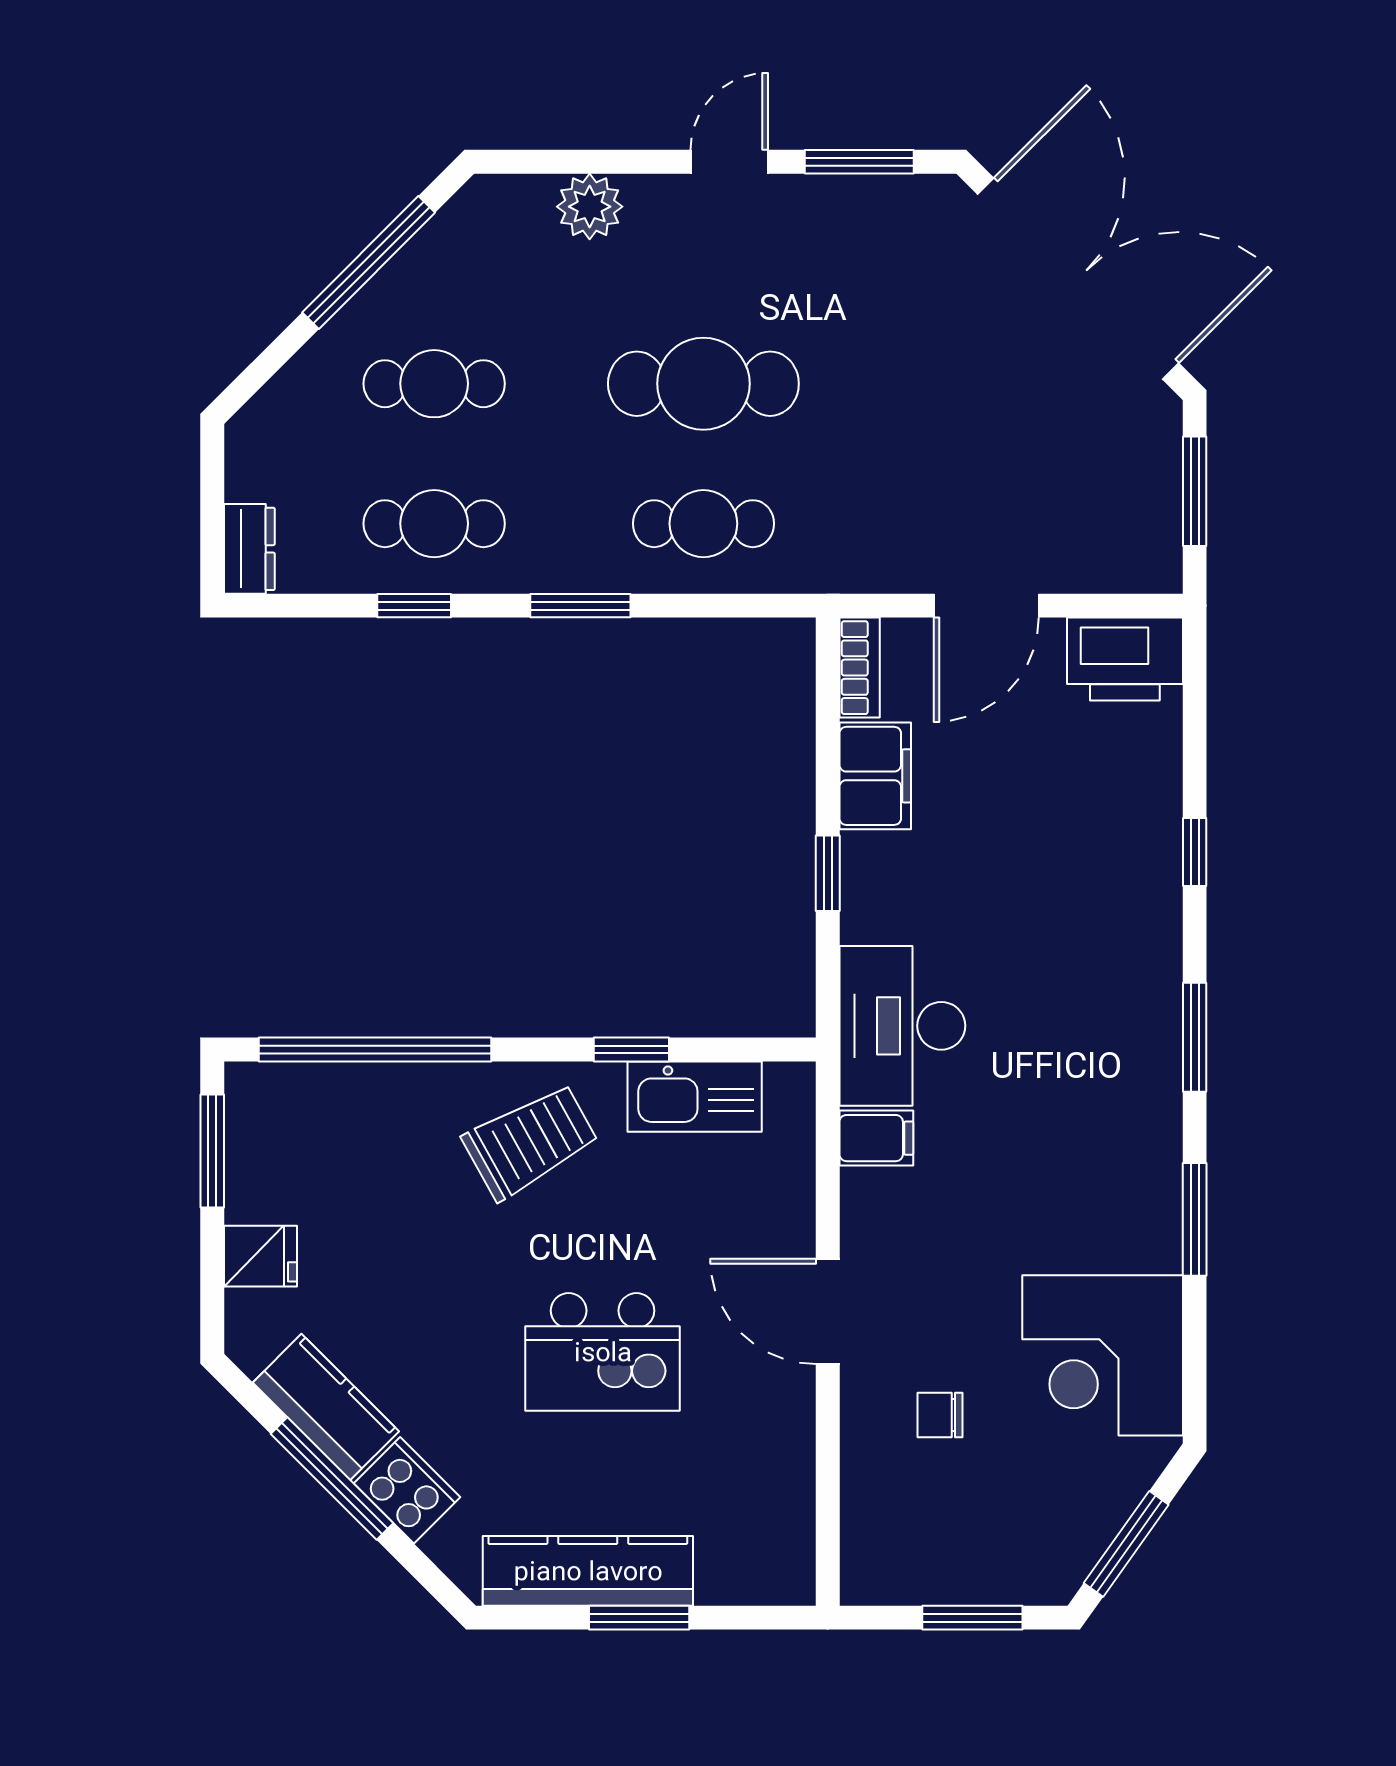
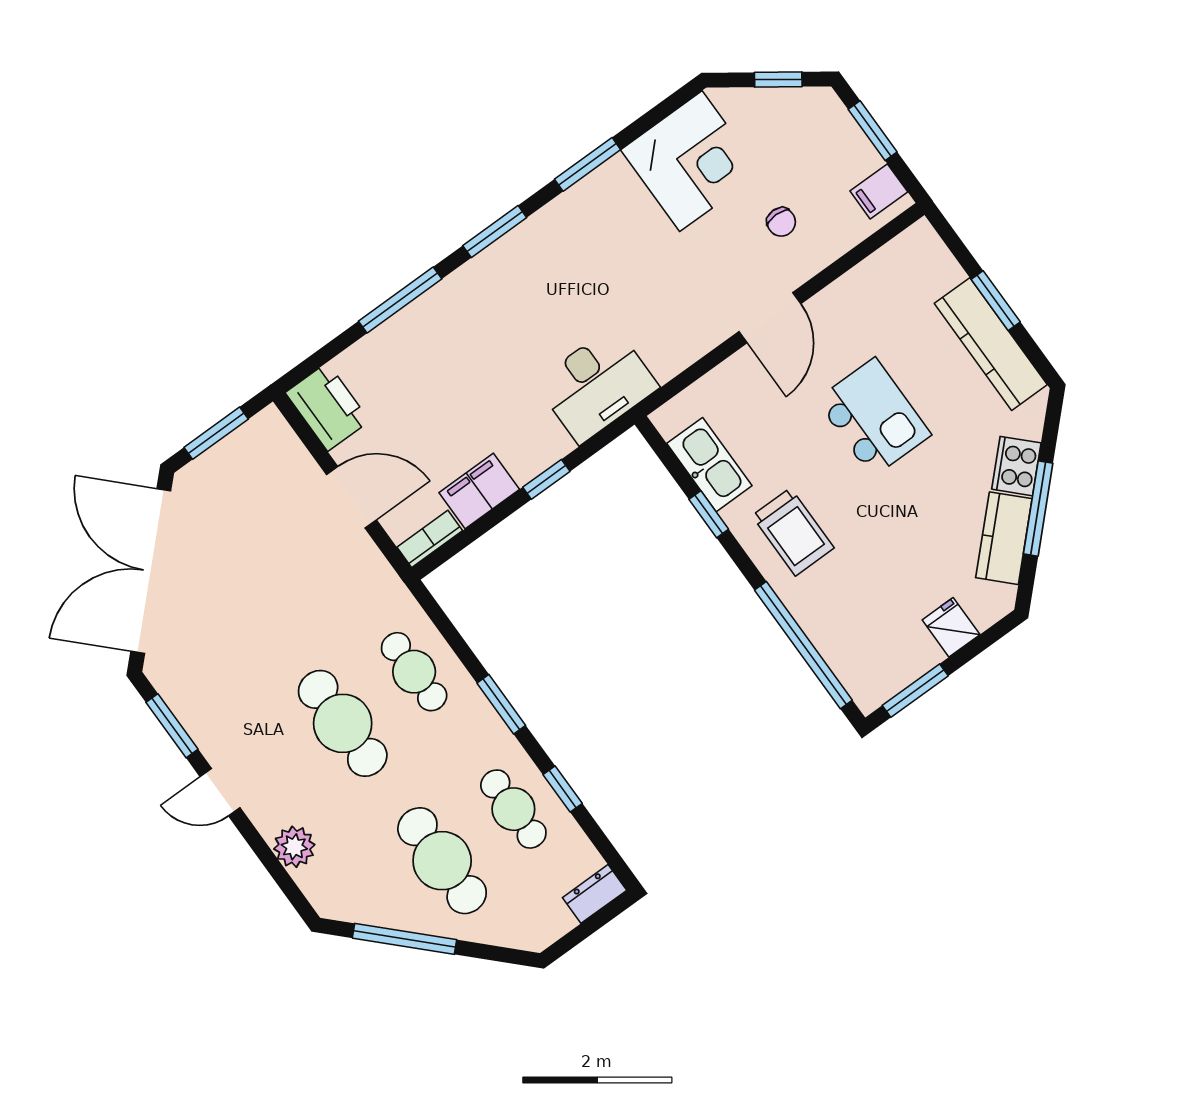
cafe table: (434, 384) -> (442, 861), width x1.37, depth x1.35
window: (1195, 852) -> (400, 300), width x2.17
filing cabinet: (876, 1138) -> (879, 191), moved, turned -90
trolley: (530, 1141) -> (793, 532), turned -151
window: (1126, 1544) -> (778, 80), width x0.67

